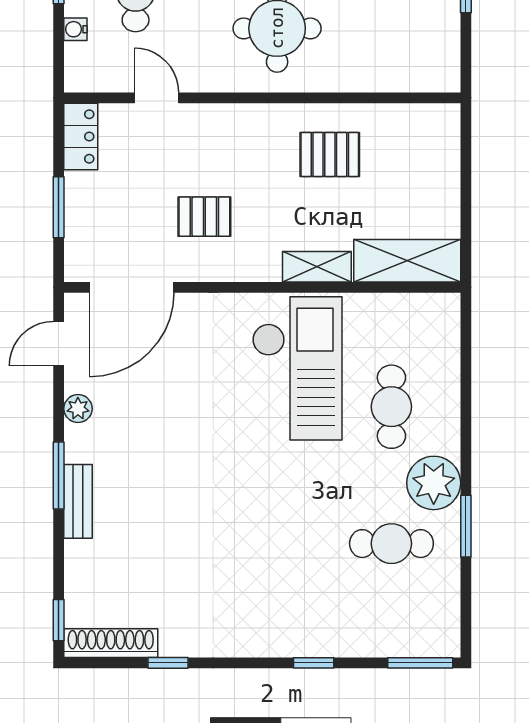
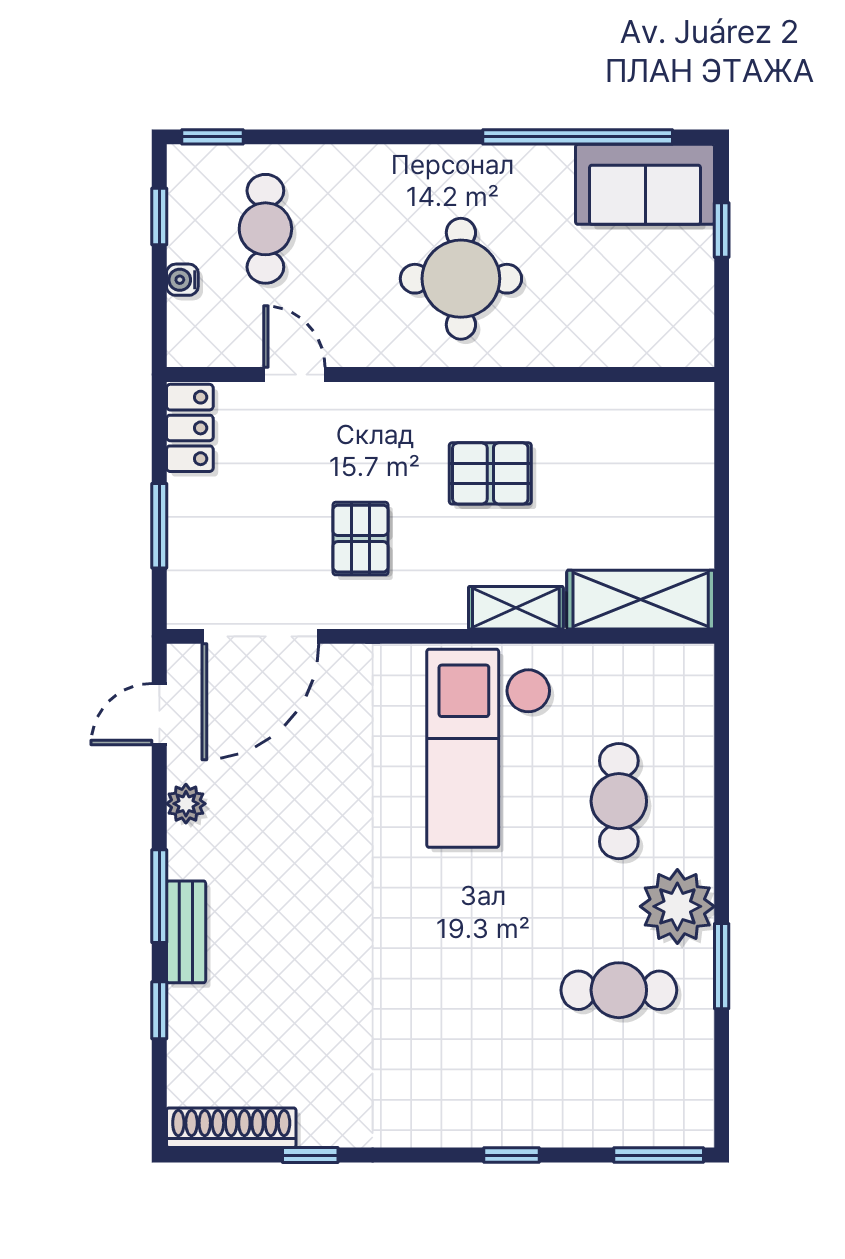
pallet: (330, 154) -> (490, 473), moved
pallet: (204, 217) -> (360, 539), turned 90
checkout: (297, 368) -> (489, 748), turned 180
window: (59, 620) -> (159, 1010), moved

